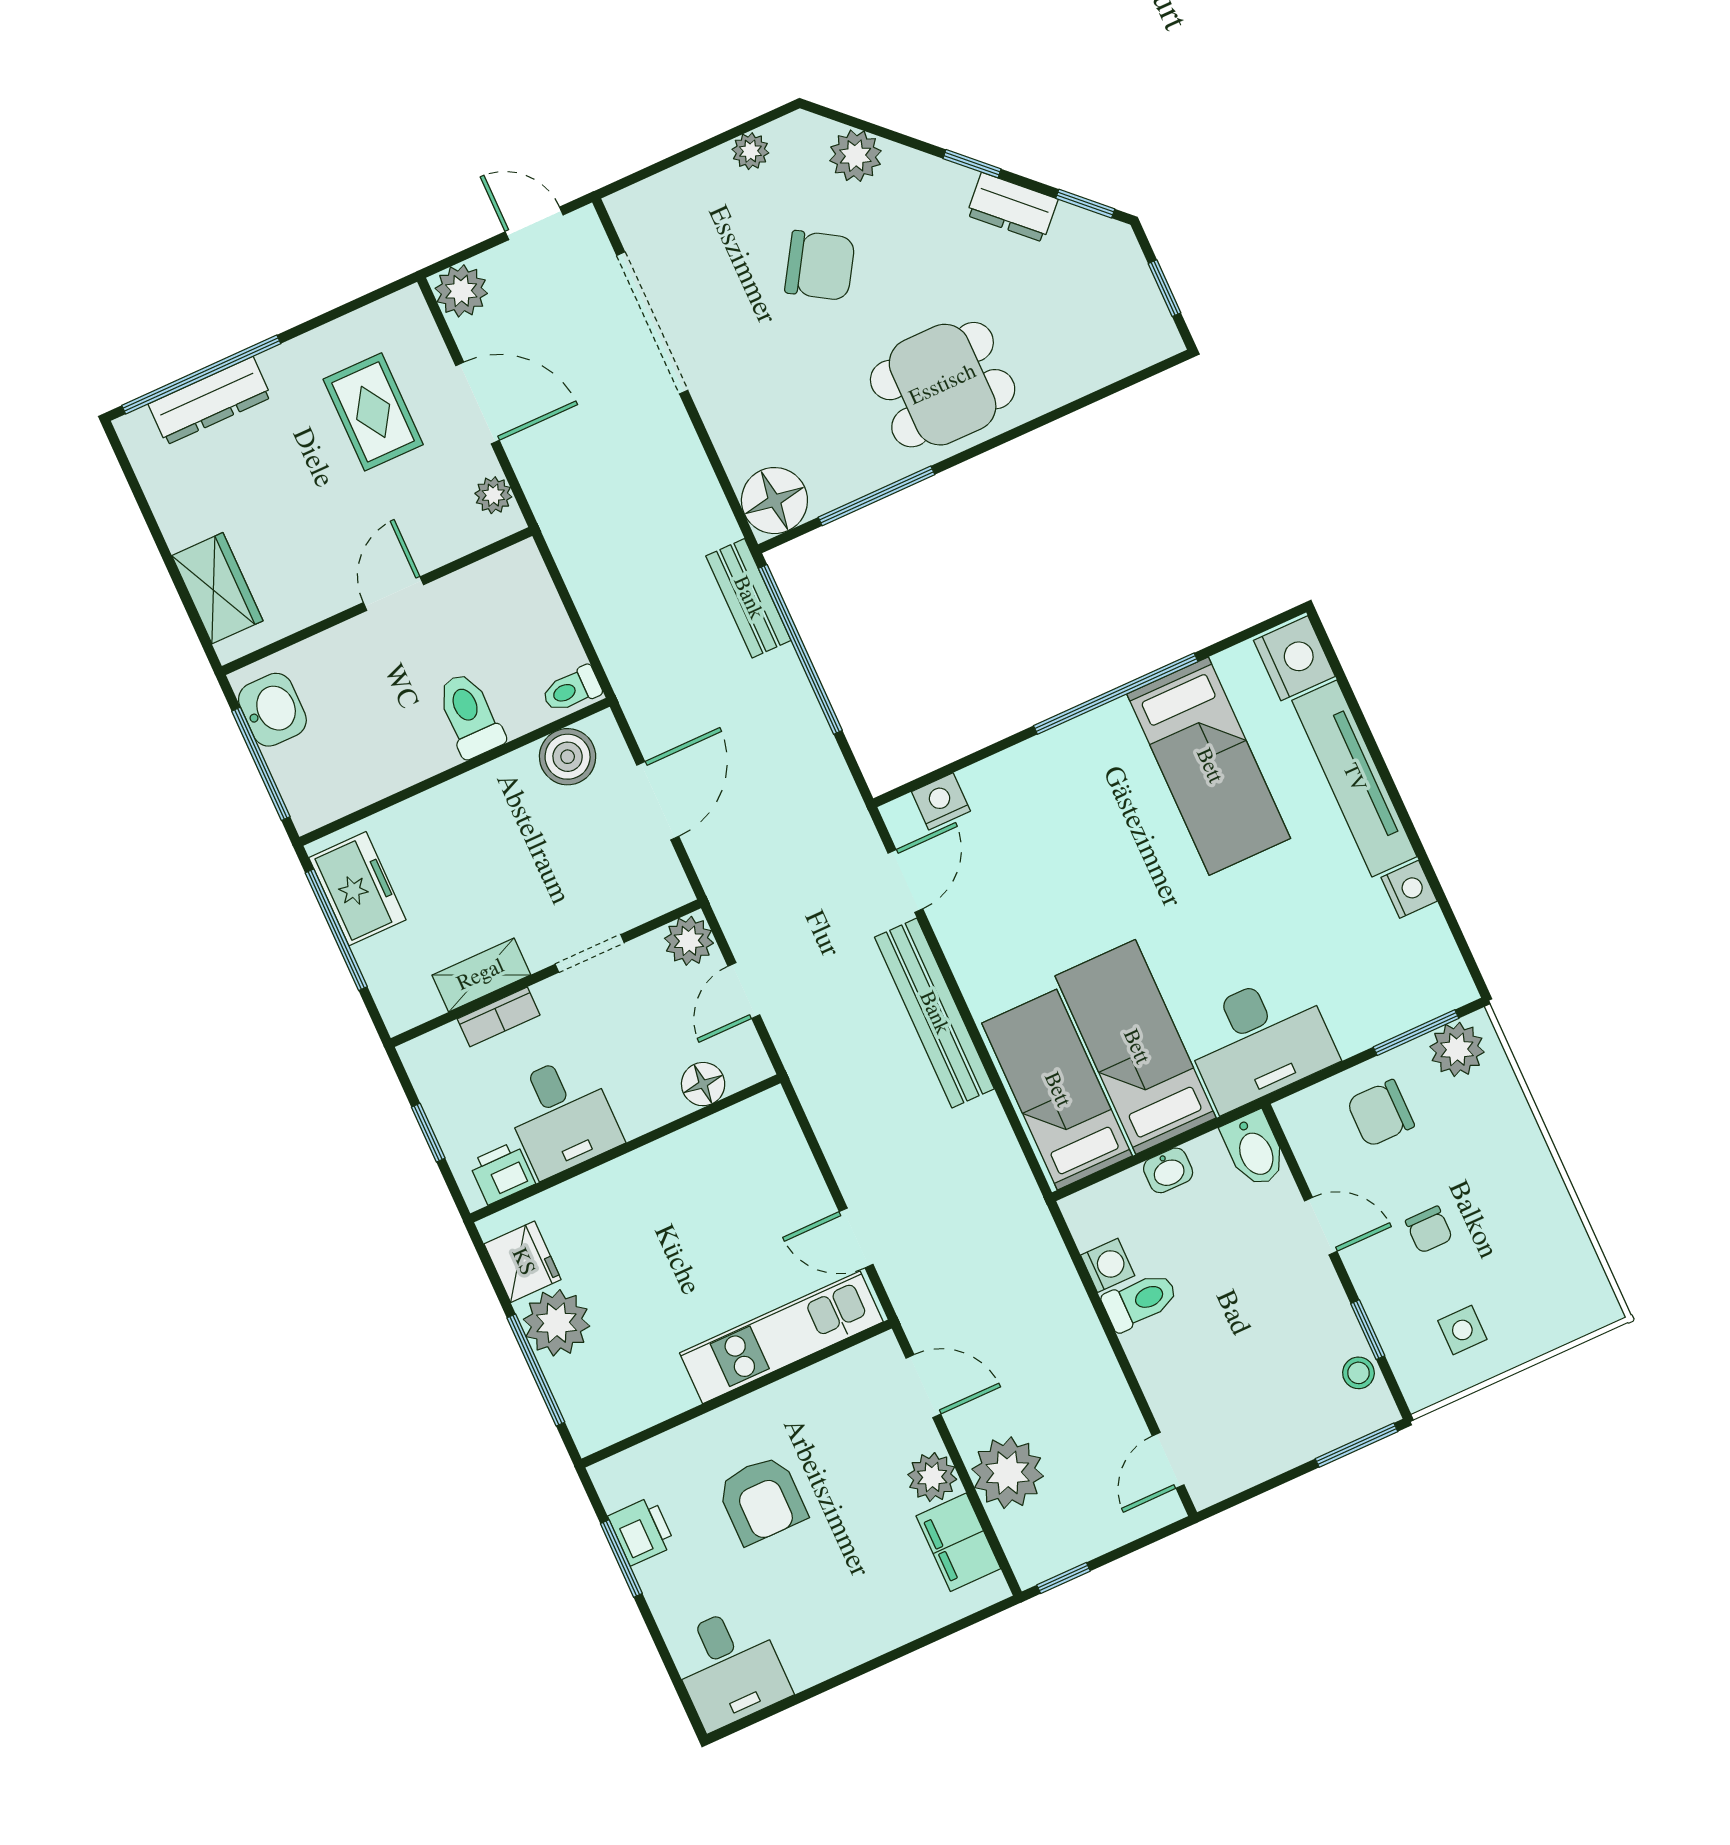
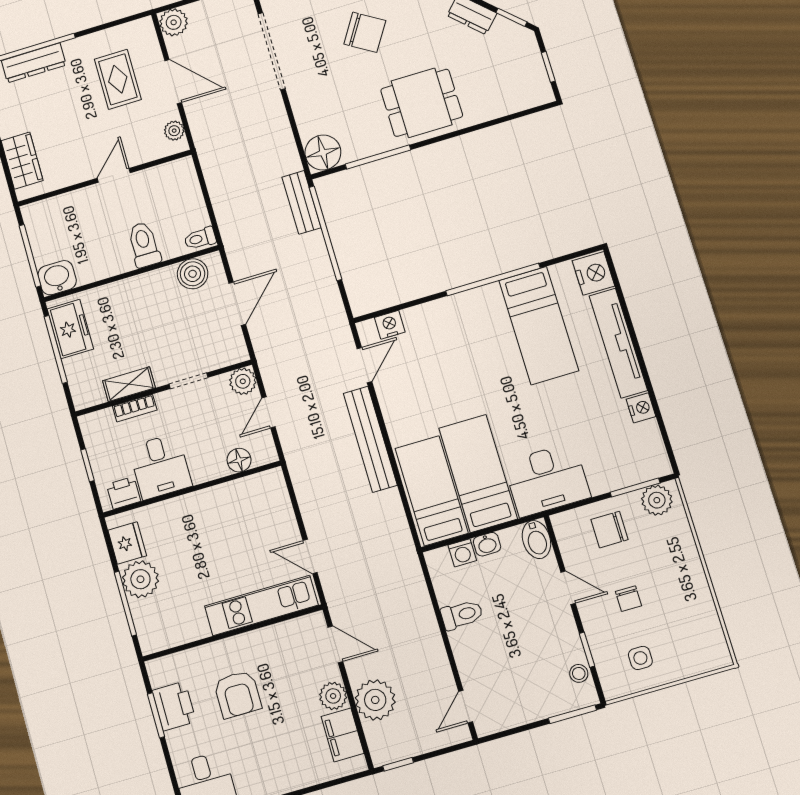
washbasin: (272, 710) -> (57, 278), moved, turned -90
washing machine: (1108, 1265) -> (462, 553), moved, turned 90
printer: (642, 1531) -> (174, 706), width x1.36, depth x1.24

